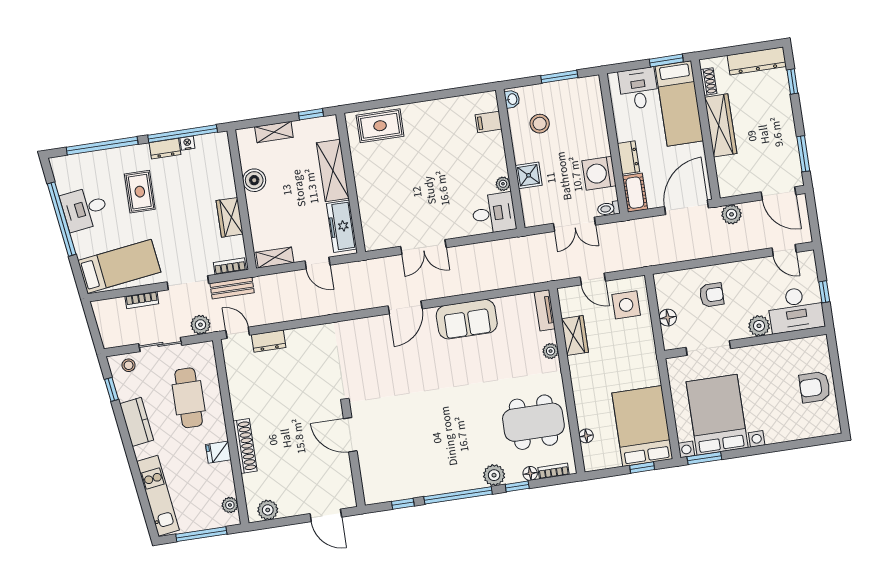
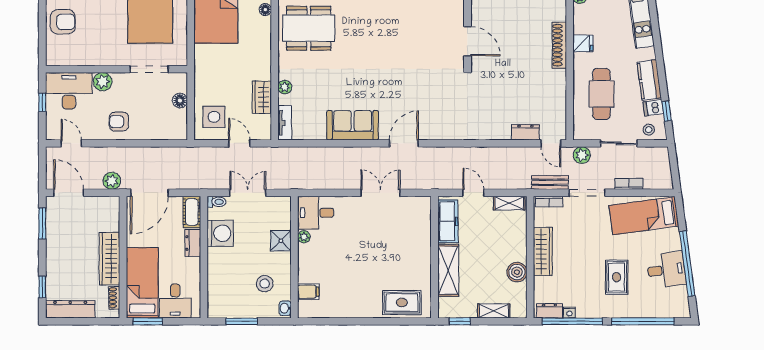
dresser: (165, 149) -> (549, 311), moved
wardrobe: (230, 217) -> (543, 252), width x1.50
armchair: (712, 295) -> (119, 122), moved
dishwasher: (127, 391) -> (653, 108), added

